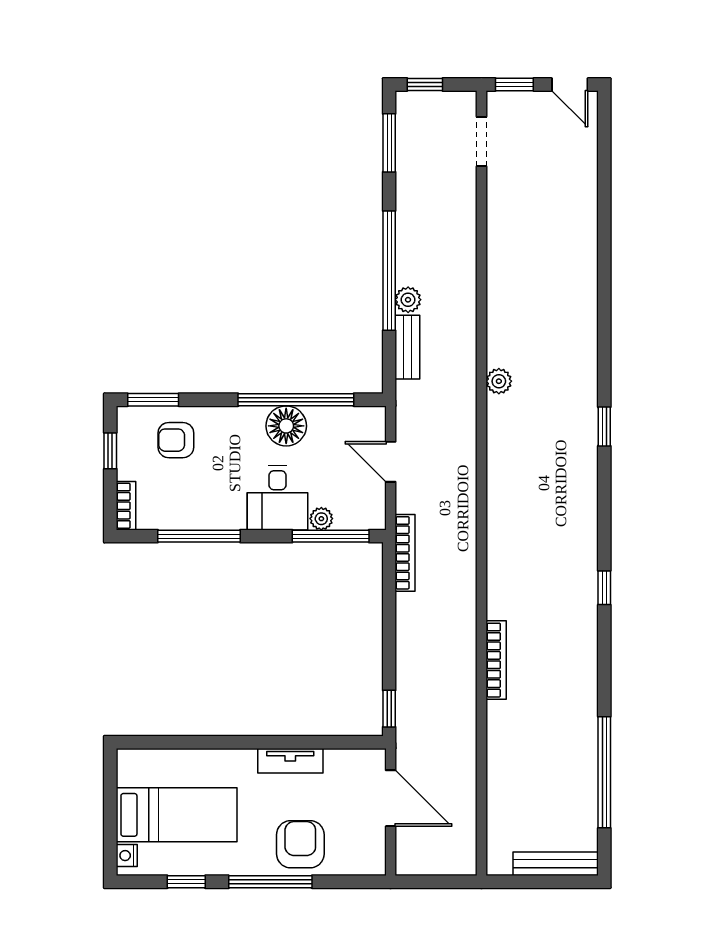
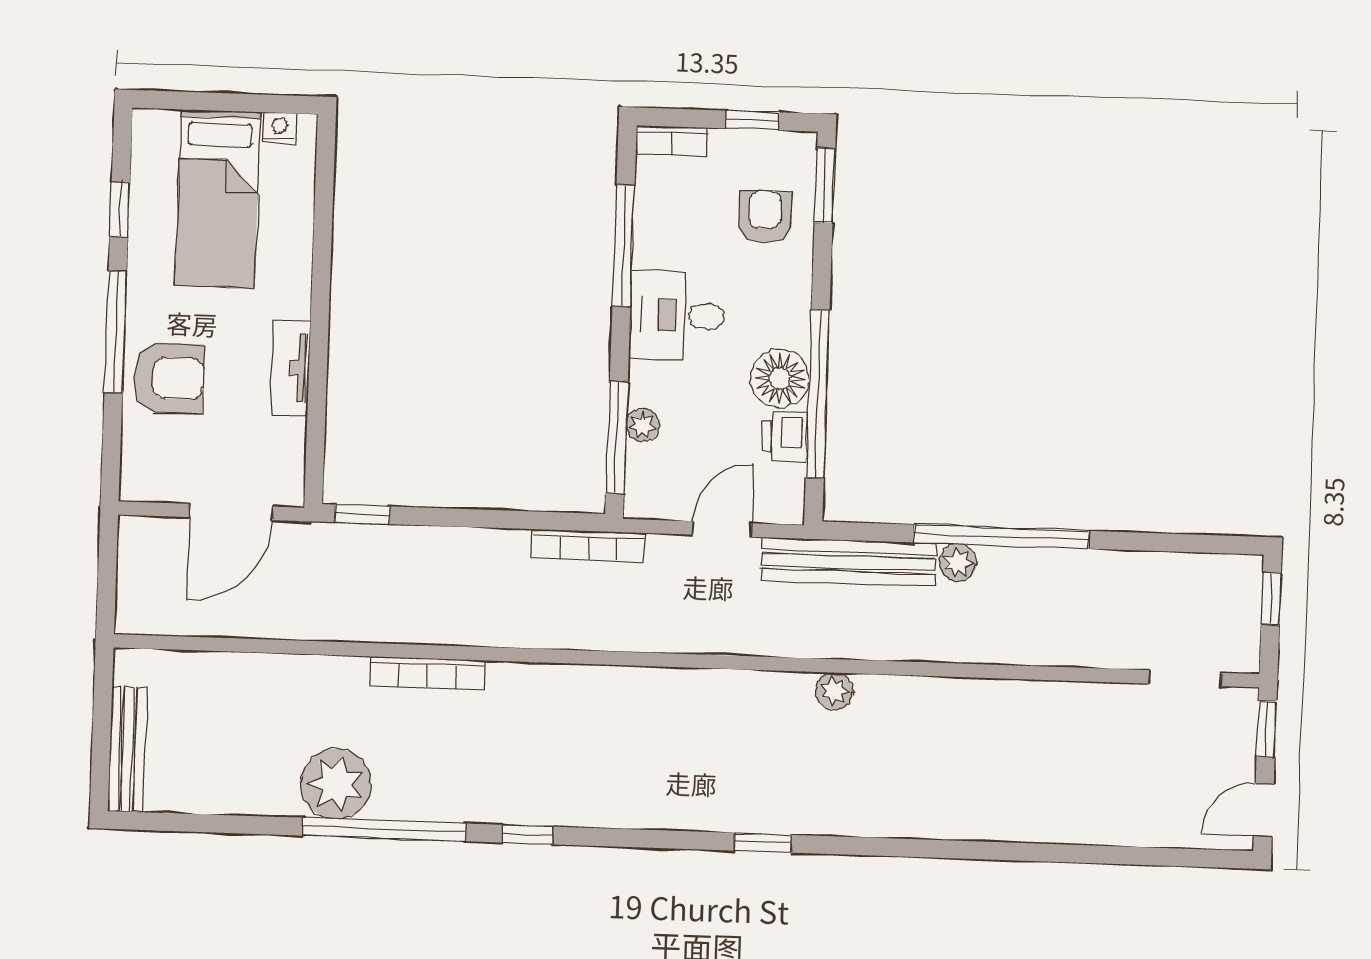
window: (389, 143) -> (1188, 543), removed
bench: (407, 347) -> (848, 562), width x1.86, depth x1.21
printer: (326, 421) -> (785, 437), added
desk: (278, 498) -> (677, 316), moved
plant: (574, 720) -> (336, 784), added
window: (604, 772) -> (384, 830), moved
nightstand: (127, 856) -> (280, 128), moved

